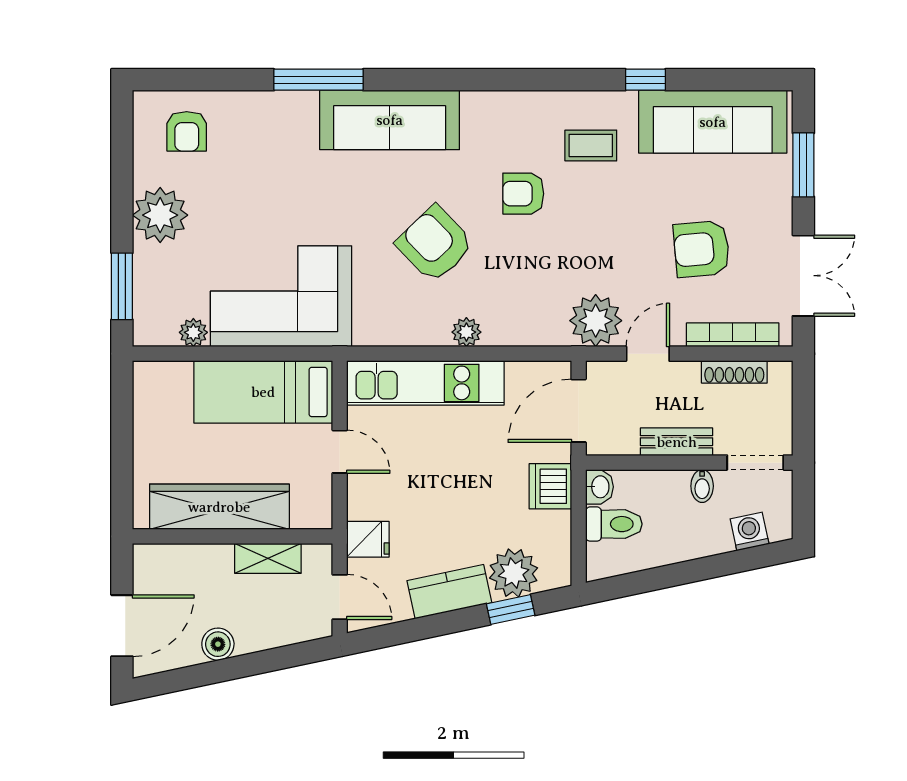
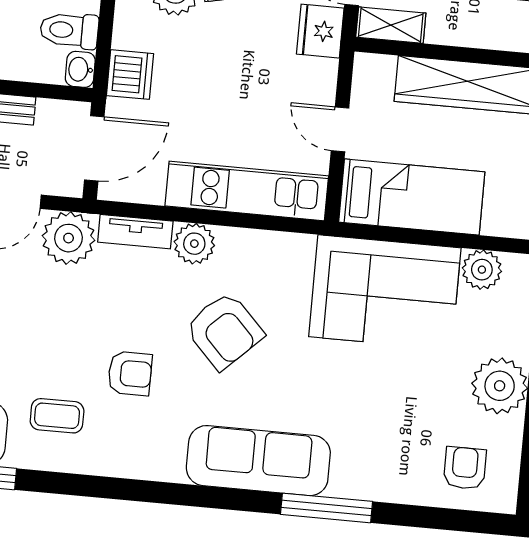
plant: (193, 332) -> (482, 270), width x1.38, depth x1.38
plant: (466, 332) -> (194, 244), width x1.38, depth x1.38
tv unit: (531, 333) -> (135, 232), added
fridge: (368, 539) -> (320, 31), width x1.38
shelving: (268, 558) -> (391, 25), moved

